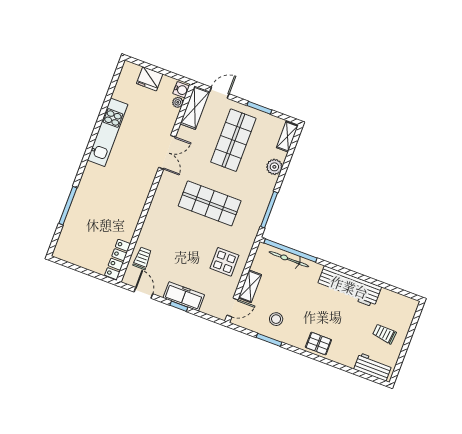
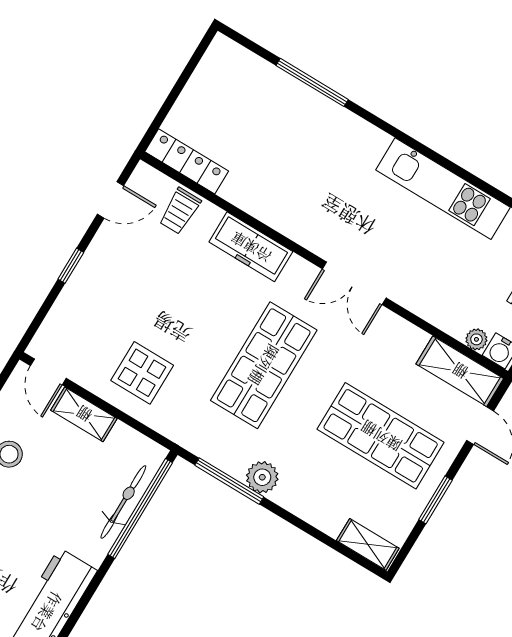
double door: (167, 152) -> (354, 283), moved
plant: (274, 167) -> (262, 477), moved
trolley: (142, 258) -> (180, 211), turned 90
freezer: (184, 296) -> (251, 247), moved, turned 90

